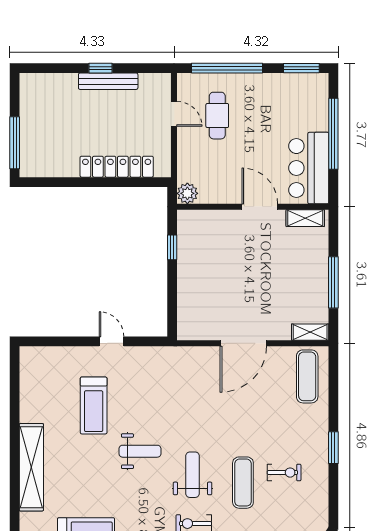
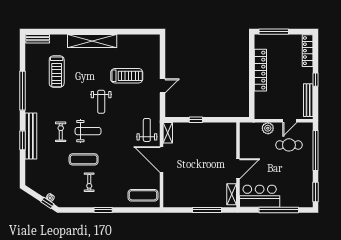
bench: (108, 81) -> (308, 100), moved
locker: (49, 82) -> (308, 51), added
locker: (117, 167) -> (260, 70), moved
plant: (187, 193) -> (268, 128), moved
window: (172, 247) -> (196, 120), moved
window: (333, 282) -> (207, 210), moved
shelving: (310, 332) -> (168, 133), moved
weight bench: (190, 370) -> (147, 130), added
treadmill: (94, 405) -> (127, 76), turned 180

